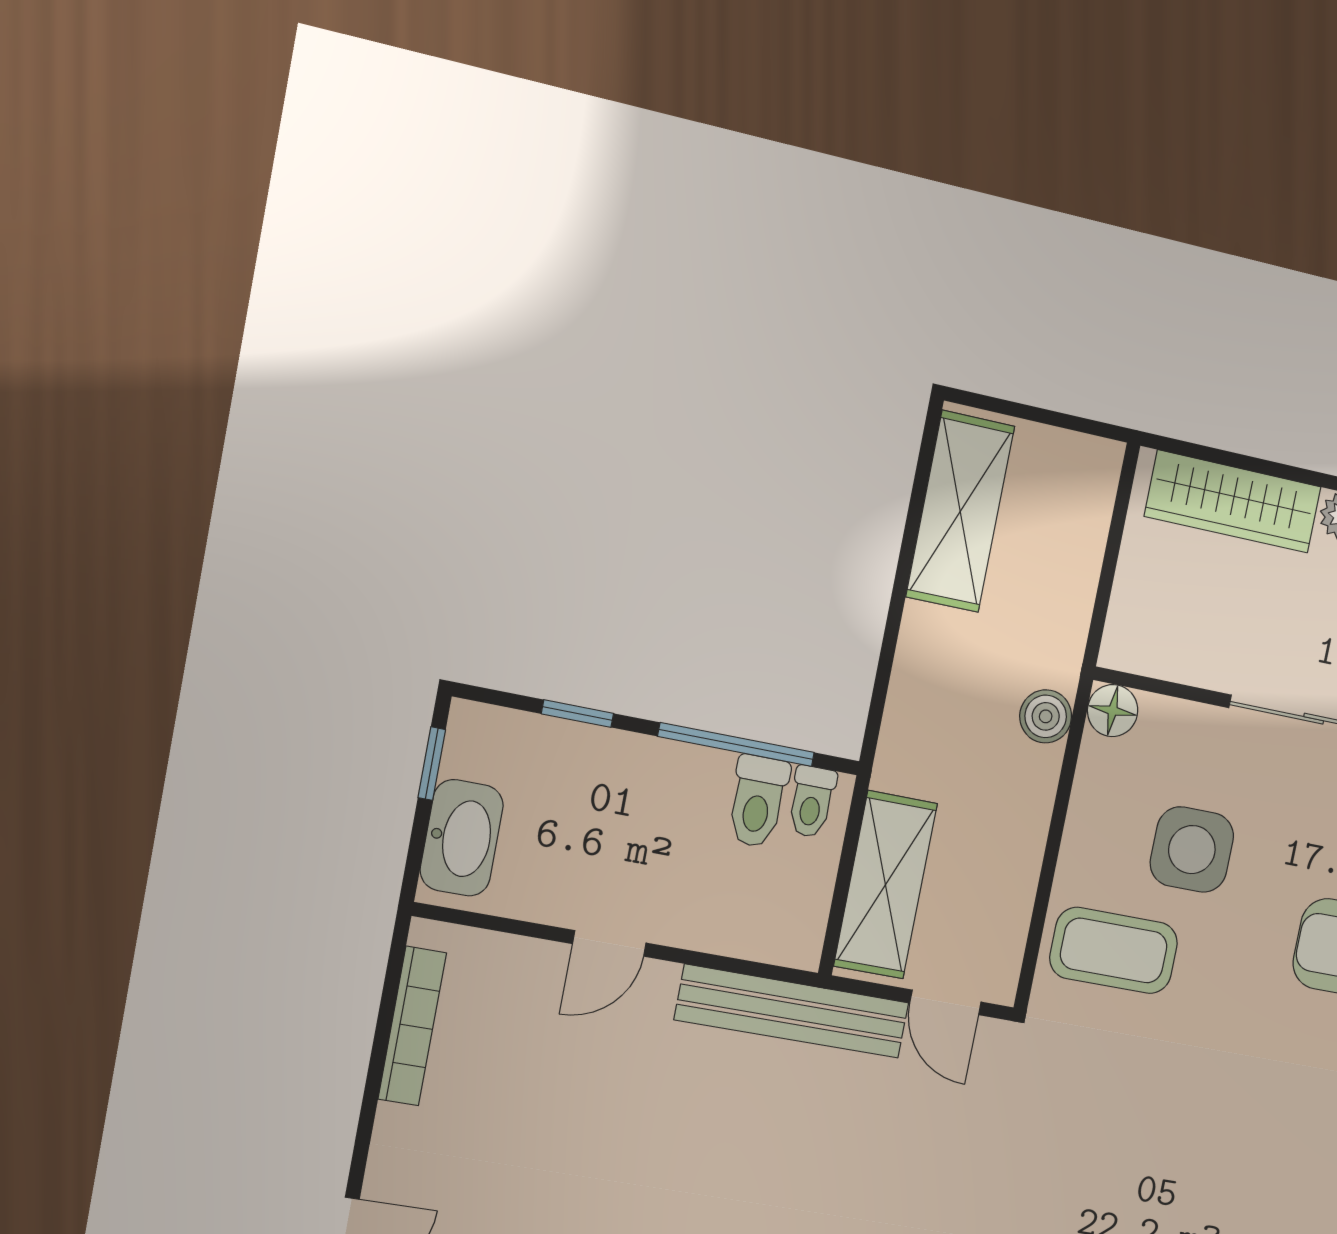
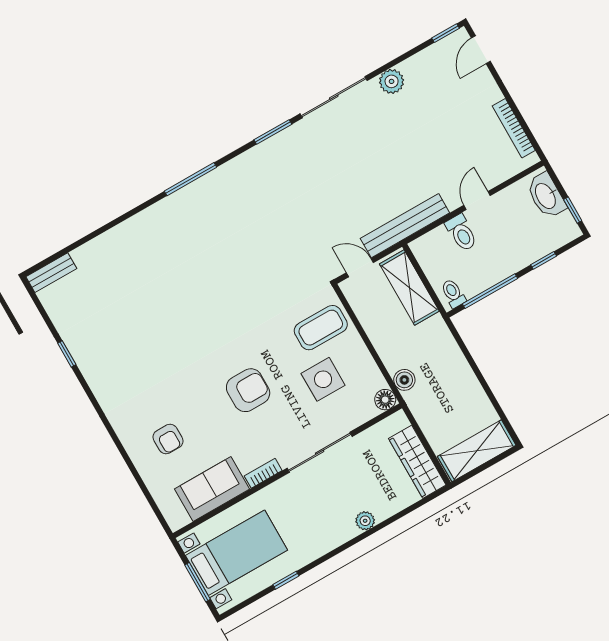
wardrobe: (1233, 502) -> (417, 462), moved, turned -90
shelving: (960, 512) -> (477, 451), moved, turned 90
toilet: (758, 801) -> (461, 233), moved, turned 180

